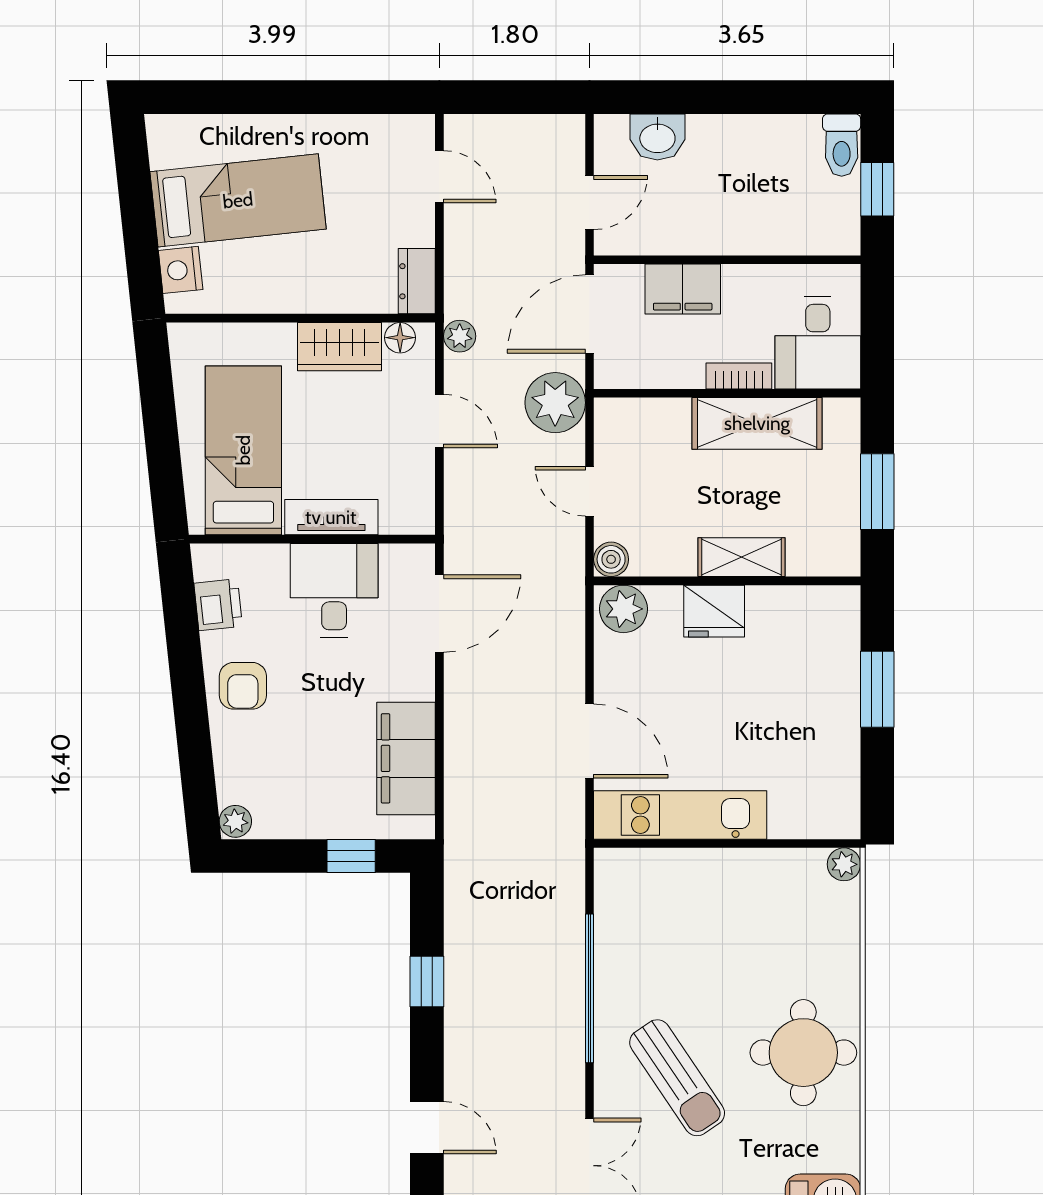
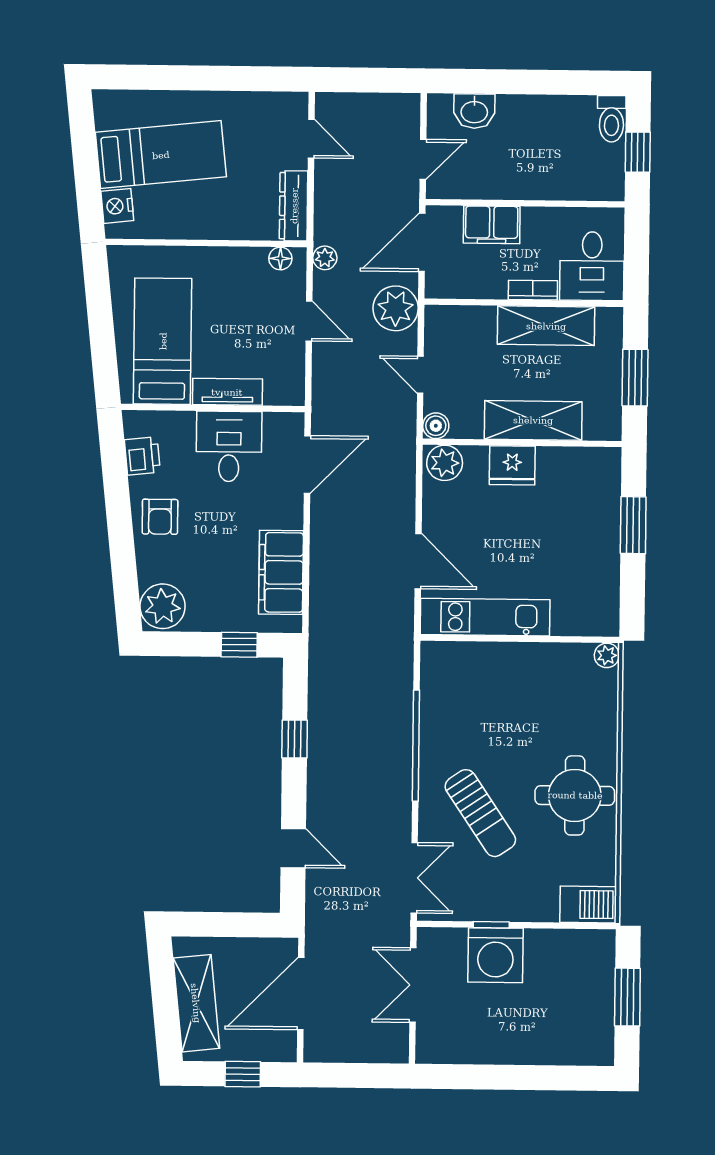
dresser: (417, 281) -> (294, 206), width x1.44
wardrobe: (339, 347) -> (235, 265), removed
shelving: (742, 557) -> (533, 420), width x1.50, depth x1.33
plant: (235, 821) -> (163, 606), width x1.87, depth x1.87

